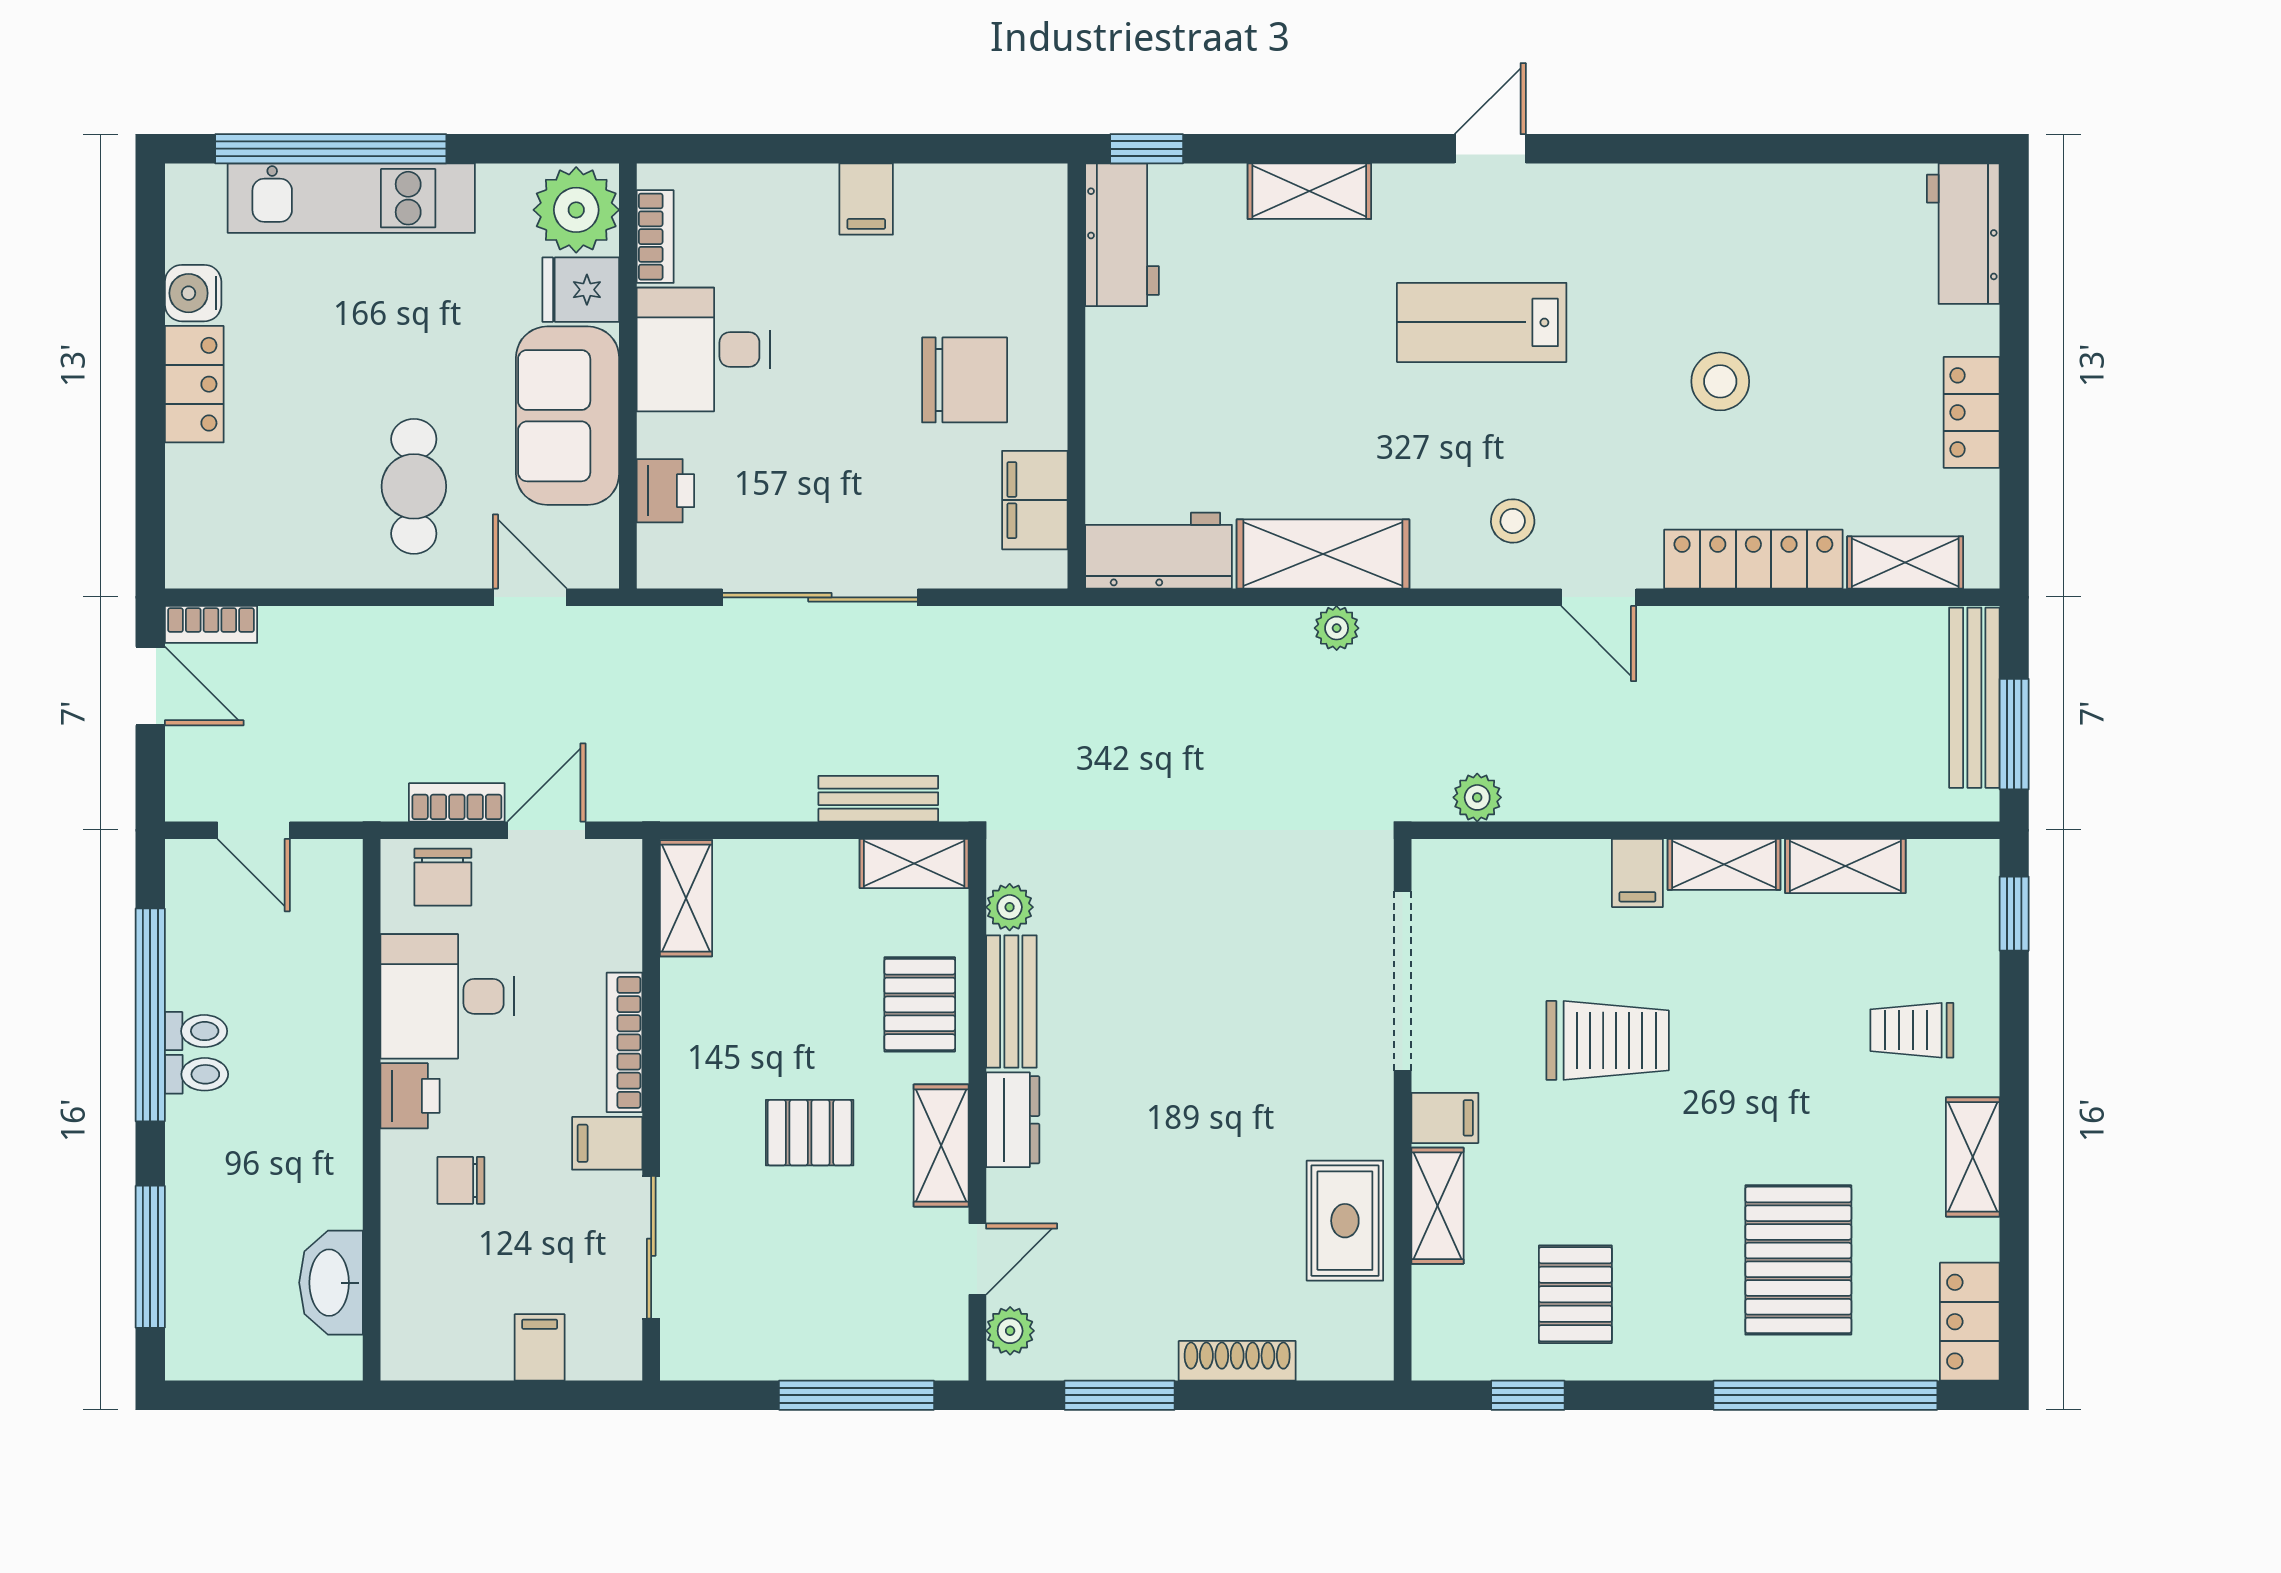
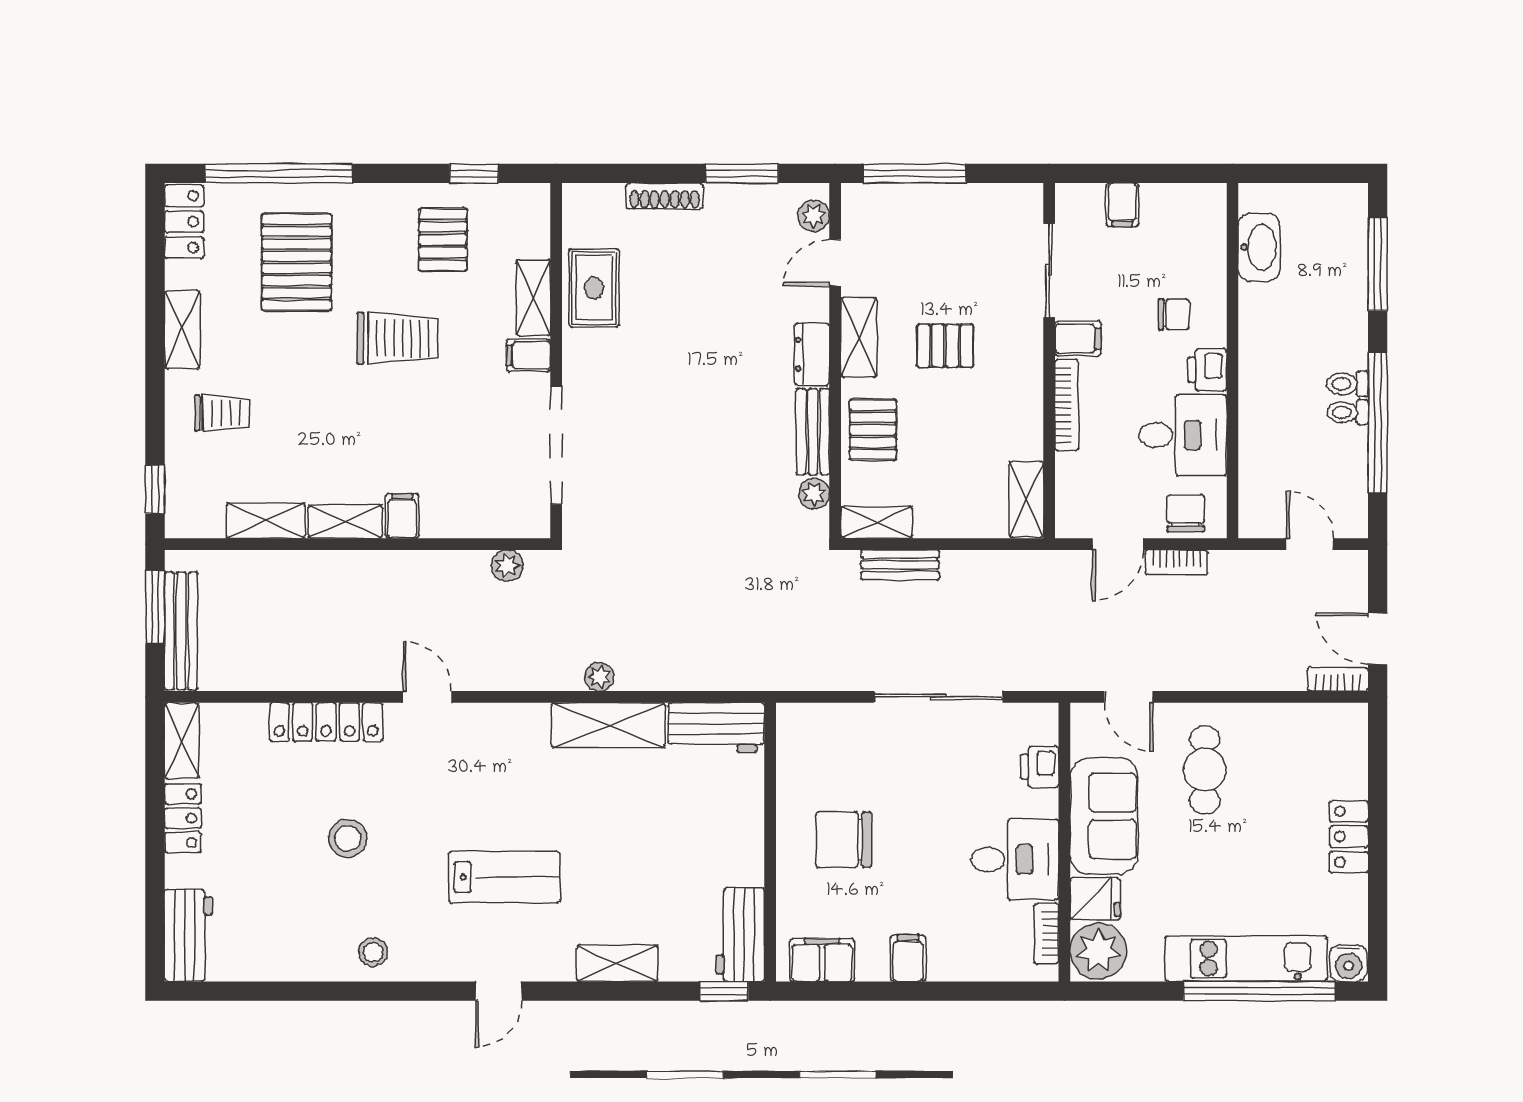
water cooler: (193, 293) -> (1348, 963), moved, turned 90
filing cabinet: (1035, 500) -> (822, 960), moved, turned -90
stool: (1513, 521) -> (373, 952), moved
shelving: (1905, 562) -> (182, 741), moved, turned 90
trolley: (1608, 1040) -> (397, 338), moved, turned 180

